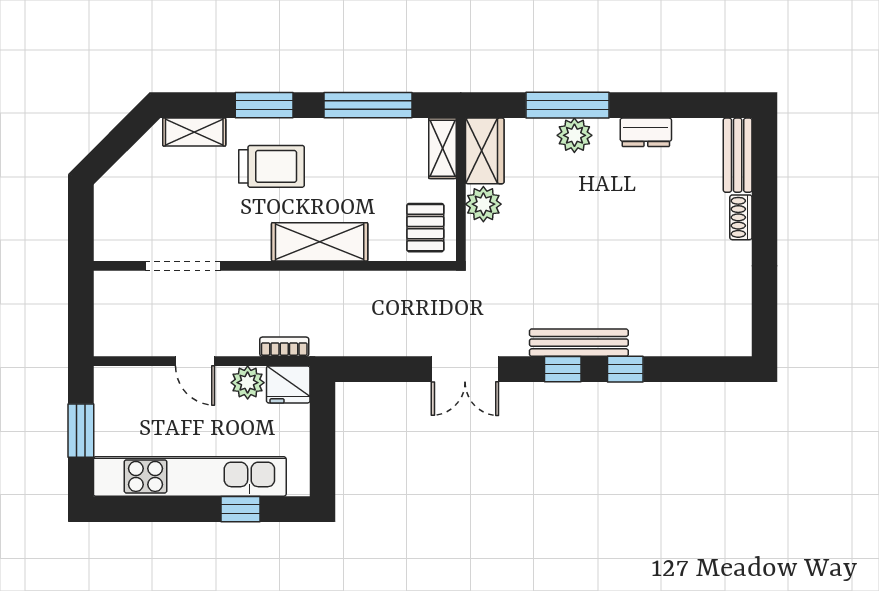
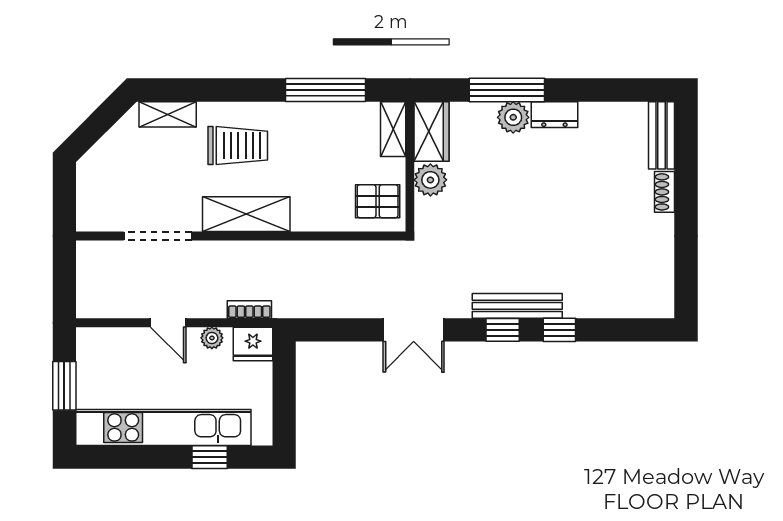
window: (264, 105) -> (231, 90), removed
dresser: (646, 132) -> (554, 115), moved
pallet: (425, 228) -> (378, 201), turned 90
shelving: (320, 242) -> (246, 214), moved
plant: (248, 383) -> (212, 338), width x0.73, depth x0.73

